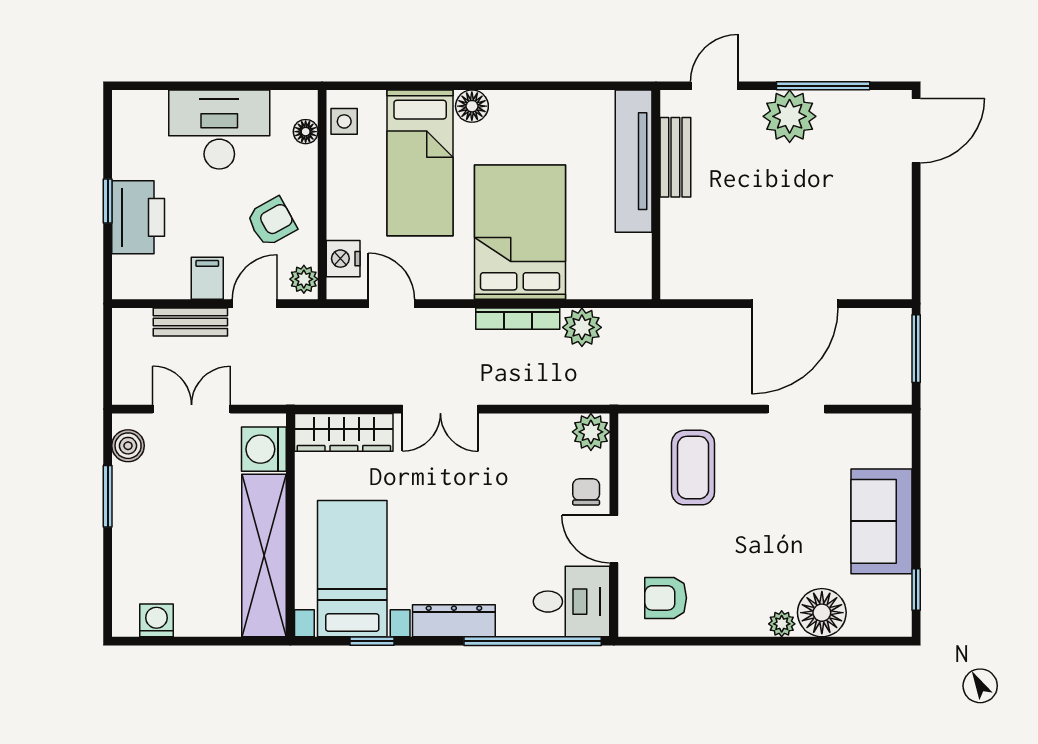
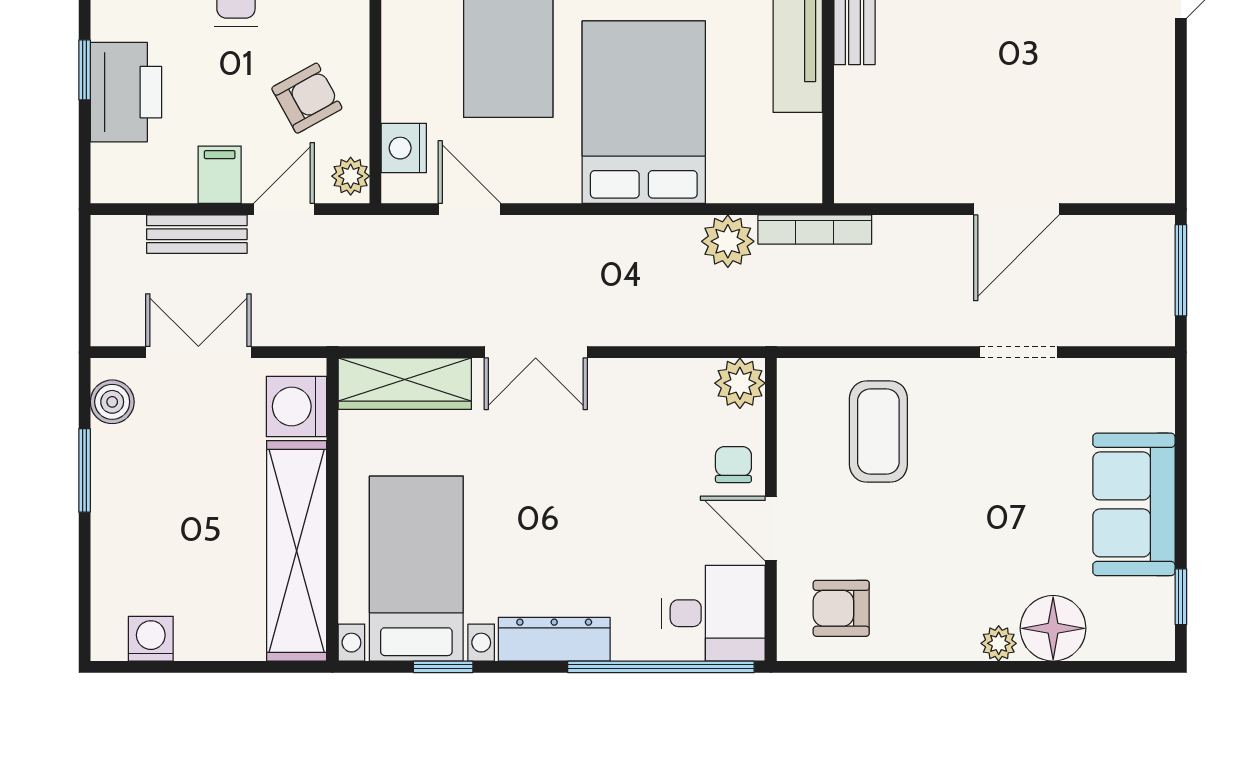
door: (795, 304) -> (1016, 209), width x0.73
bookcase: (518, 319) -> (815, 230), moved

